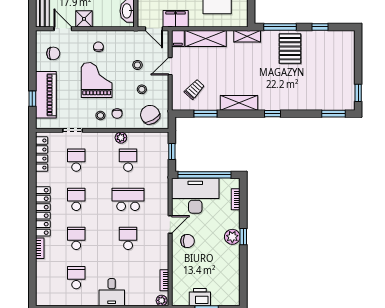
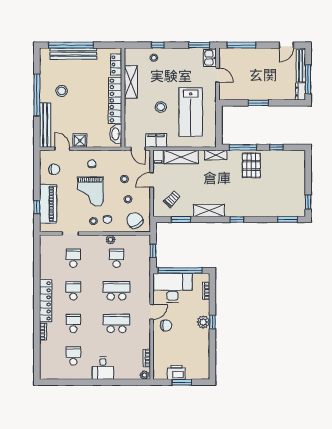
grand piano: (97, 80) -> (90, 192), turned 180
locker: (42, 154) -> (45, 253), removed
school desk: (128, 238) -> (117, 323), width x1.85

